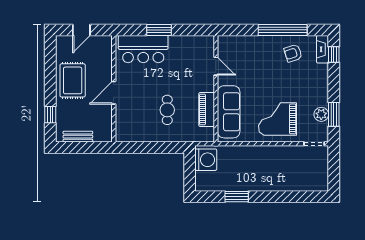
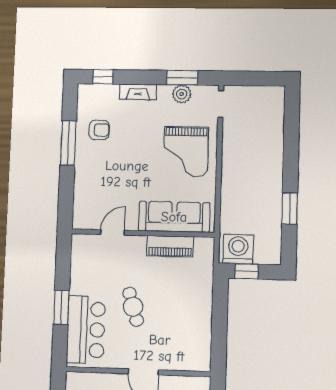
window: (283, 30) -> (68, 143), width x0.68
fireplace: (322, 49) -> (138, 92), moved
armchair: (293, 53) -> (99, 130), turned -72
cafe table: (167, 110) -> (133, 307), moved, turned 73
window: (190, 166) -> (246, 271), added

